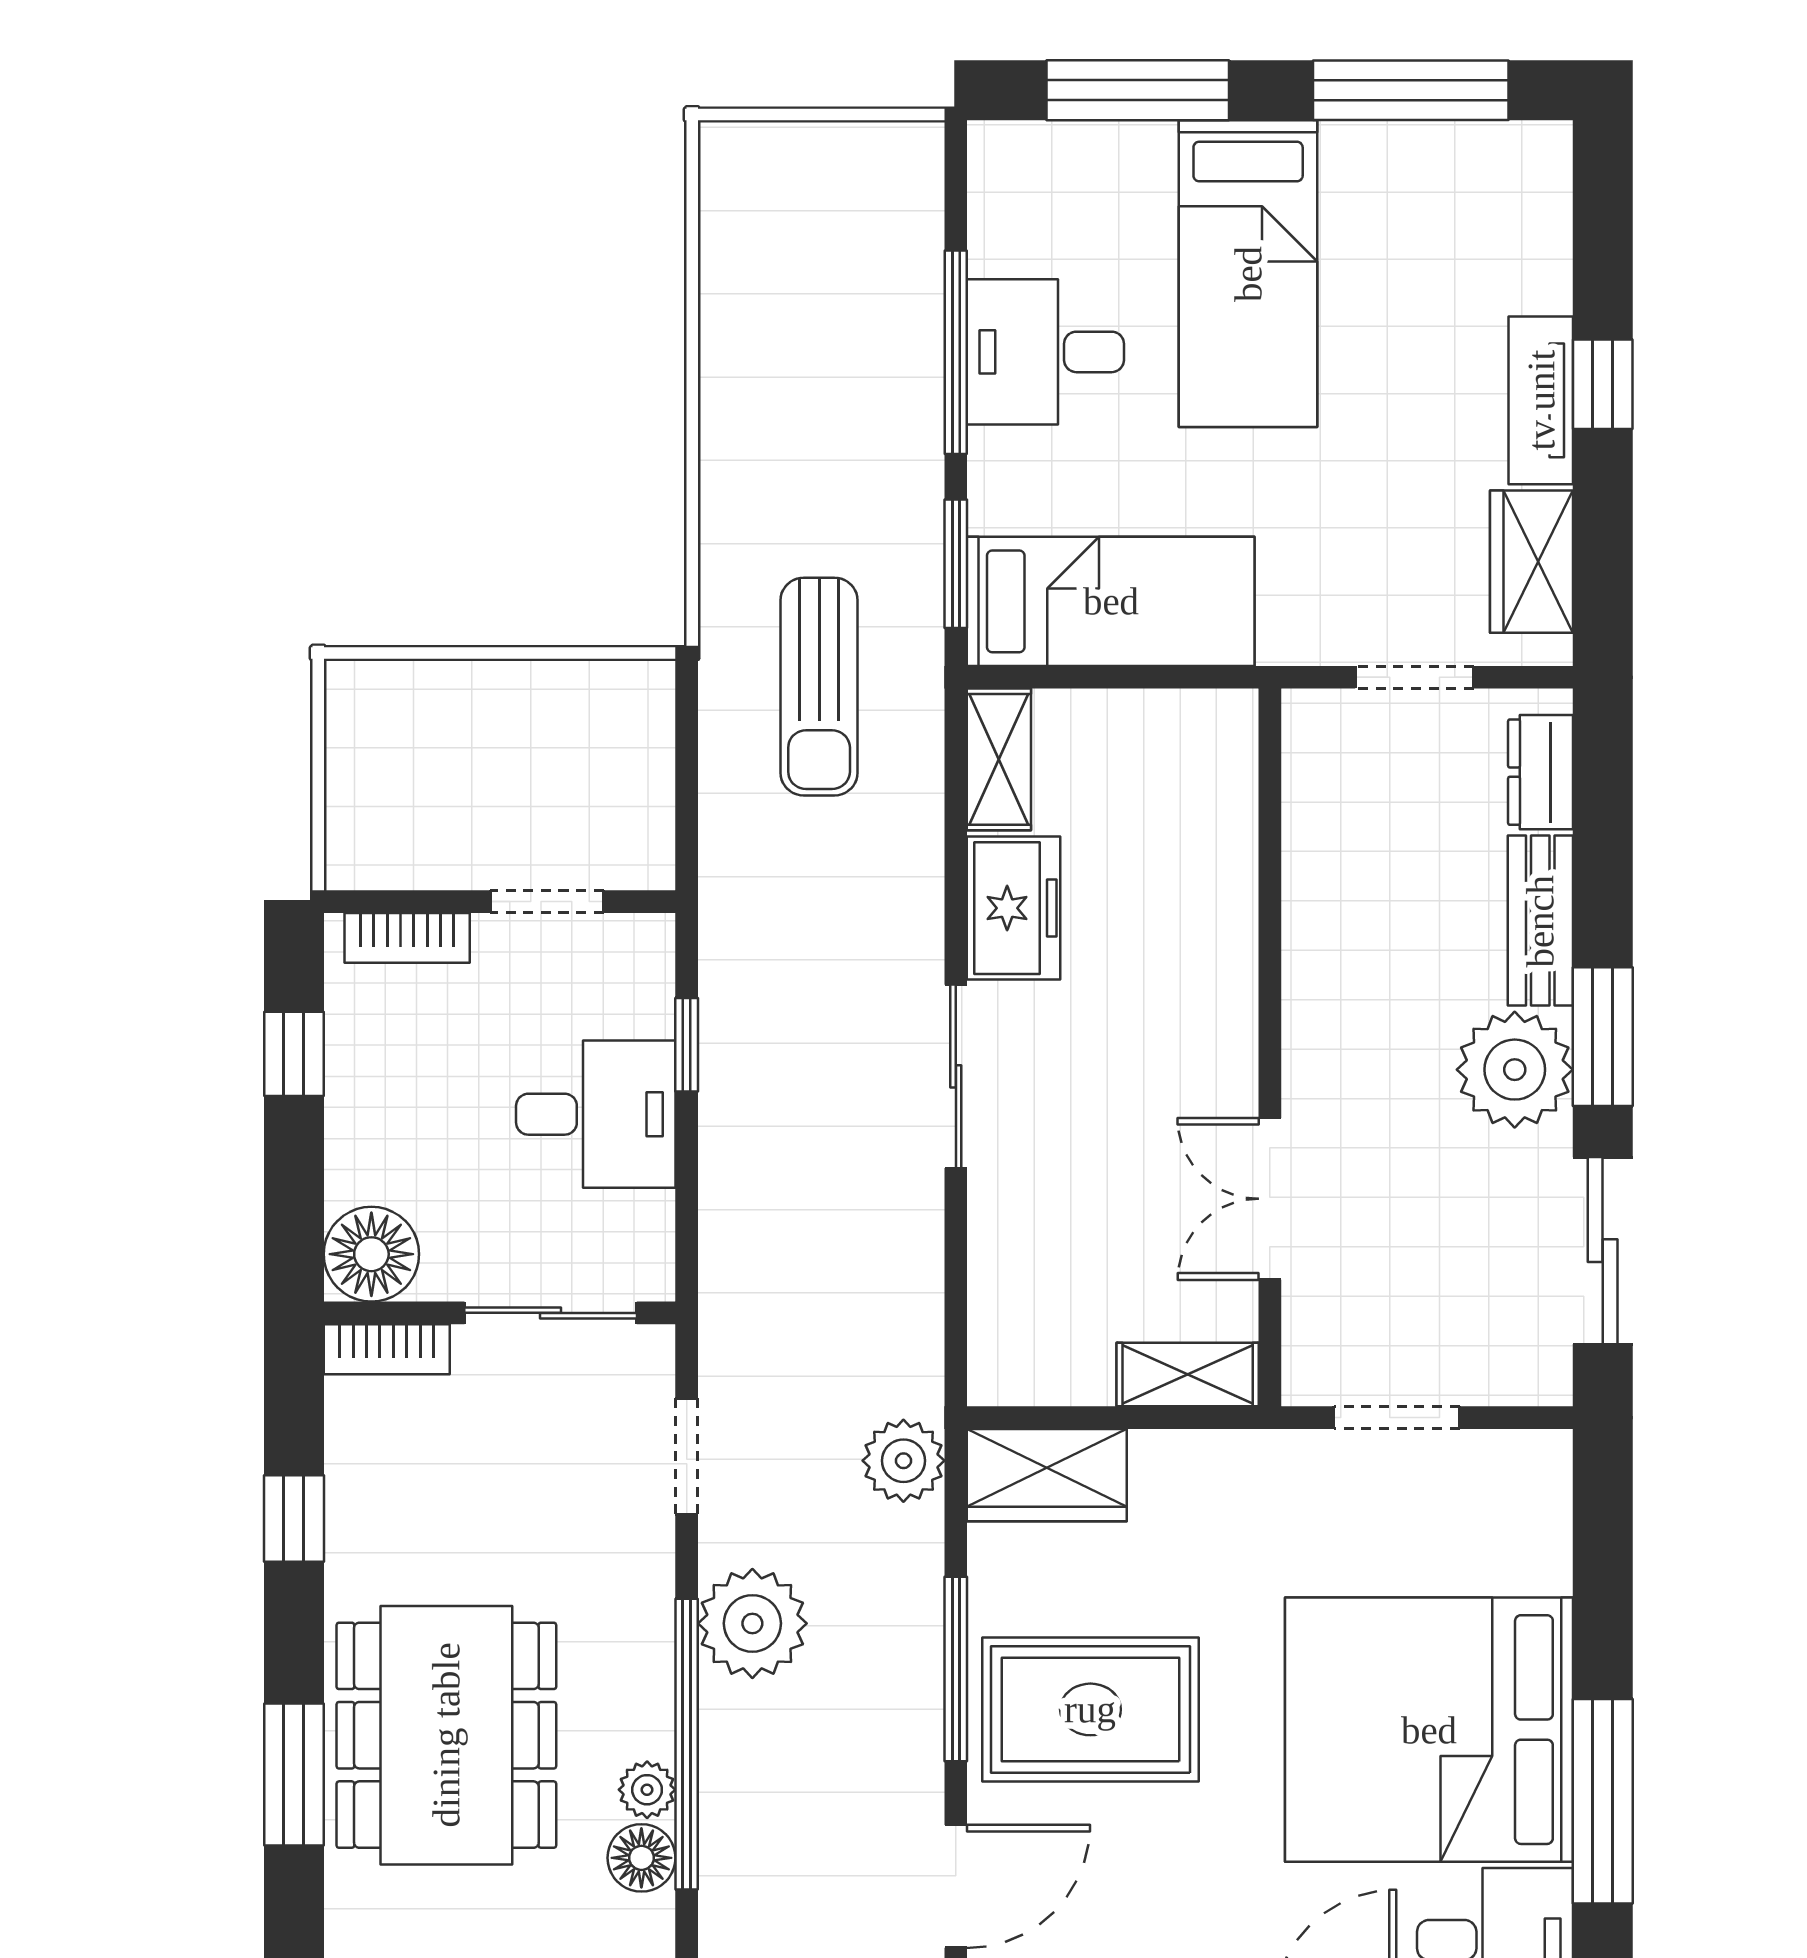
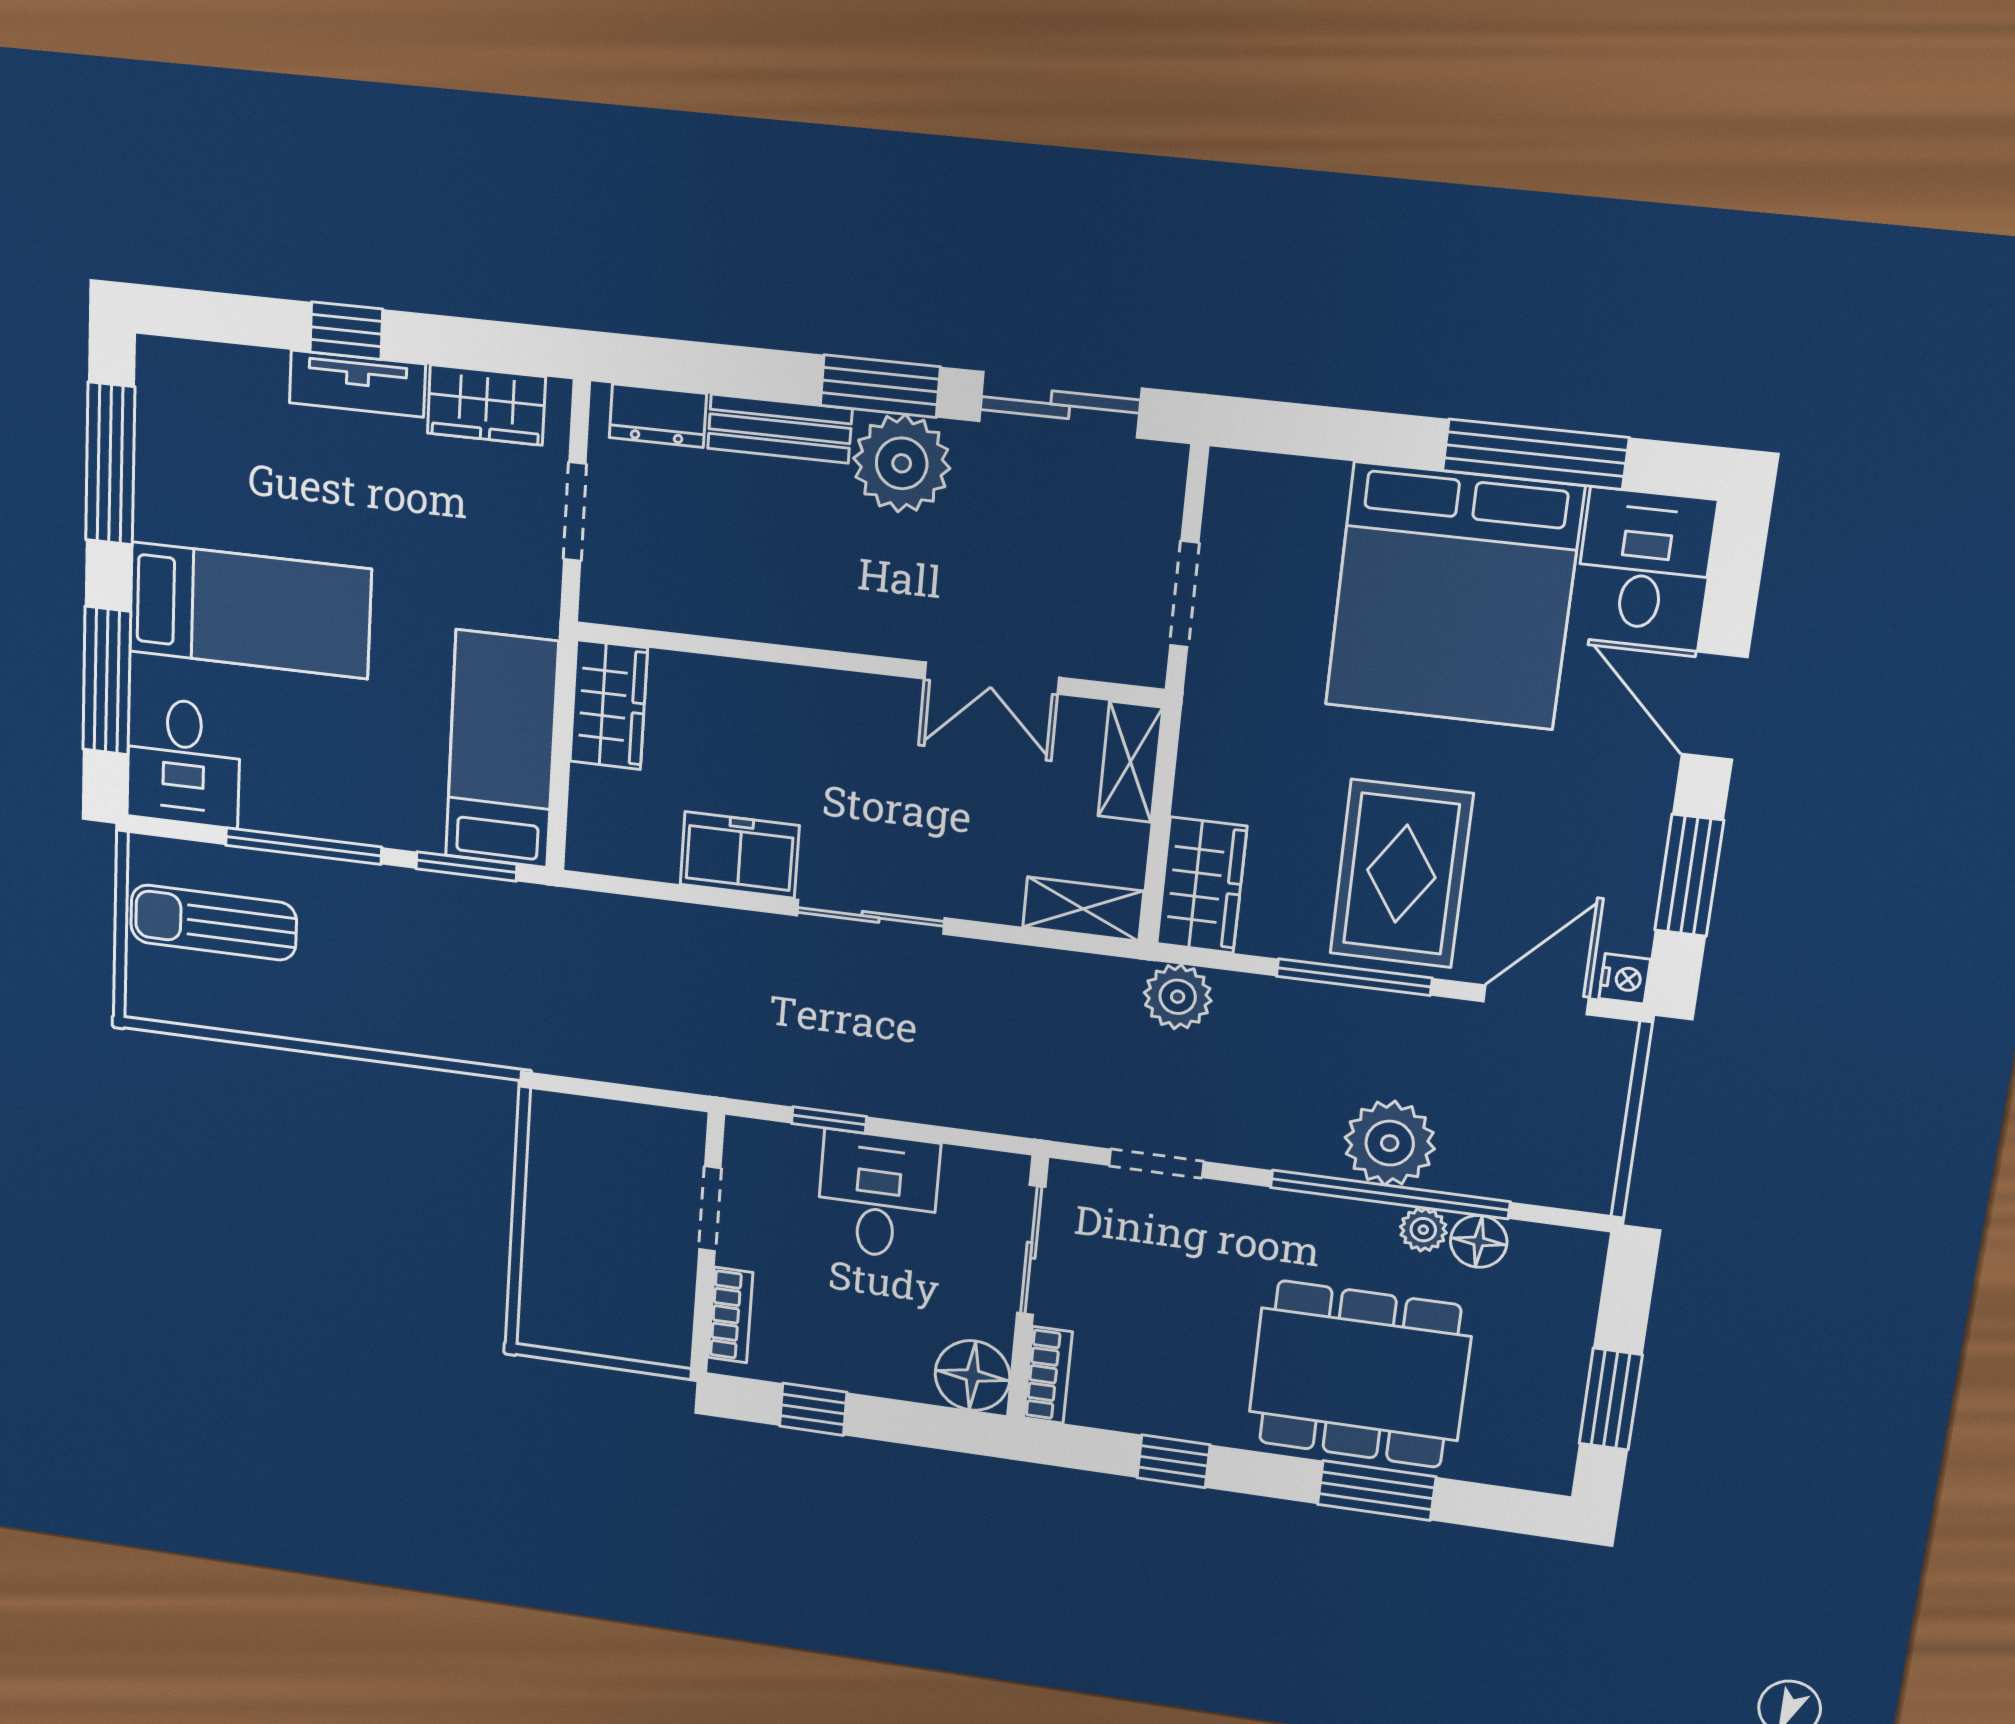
desk: (1045, 352) -> (184, 762), moved
sun lounger: (819, 687) -> (213, 923), moved, turned 180
wardrobe: (1182, 733) -> (609, 705), added
shelving: (999, 759) -> (1083, 909), moved
plant: (752, 1623) -> (1390, 1143), moved
door: (956, 1886) -> (1536, 1000), hinge flipped

